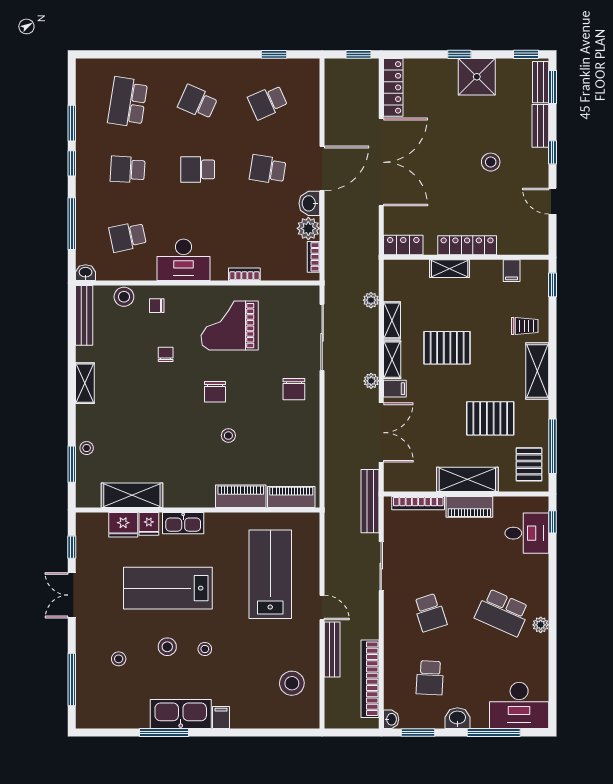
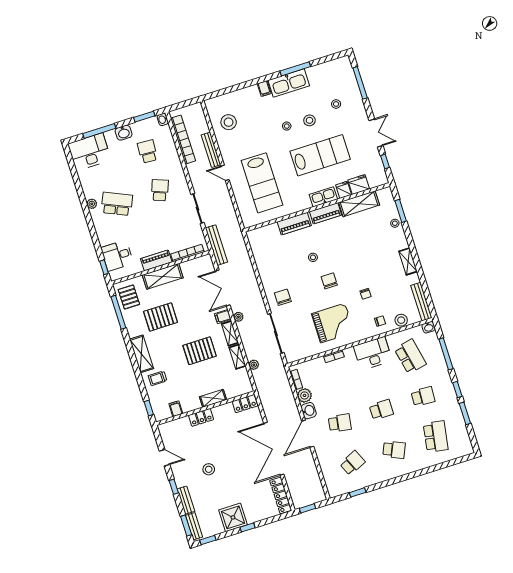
school desk: (128, 237) -> (410, 357), width x1.85
locker: (467, 245) -> (201, 417), width x0.66
piano: (291, 497) -> (325, 213), moved
school desk: (430, 613) -> (160, 190), turned 39

